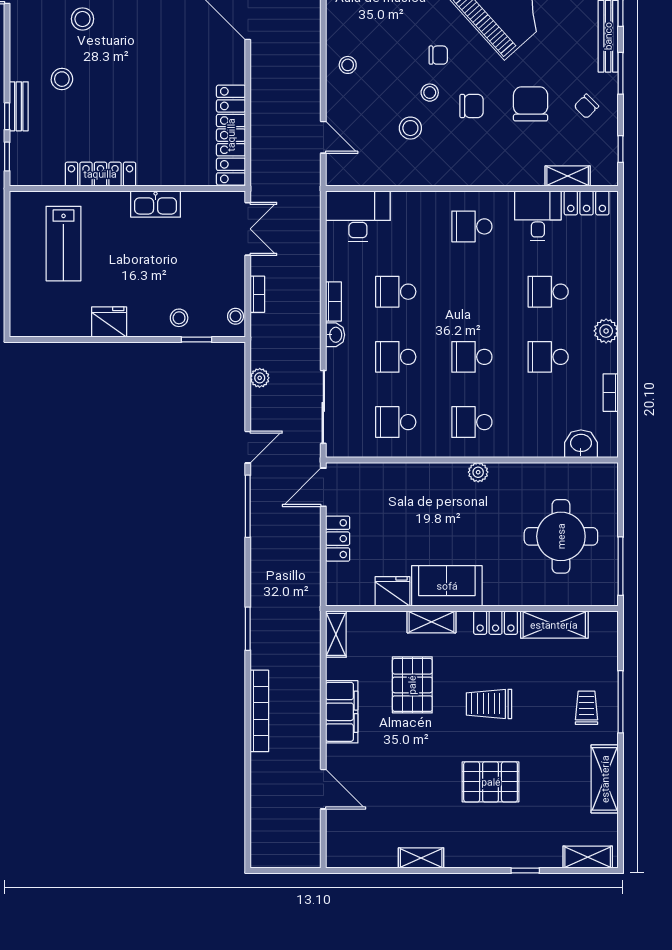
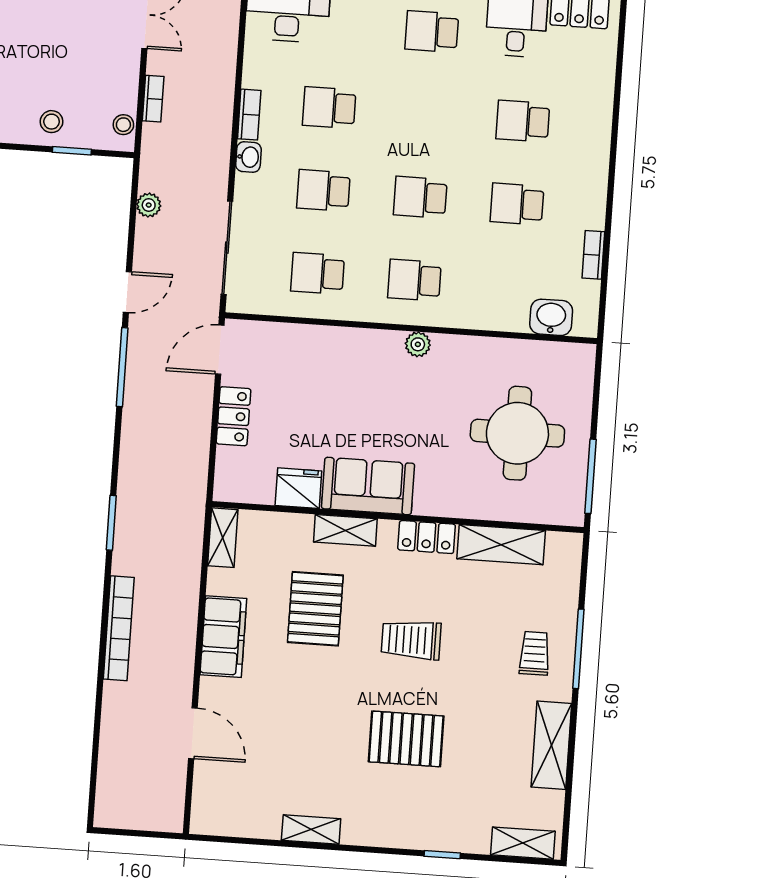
plant: (606, 331) -> (593, 176), removed

